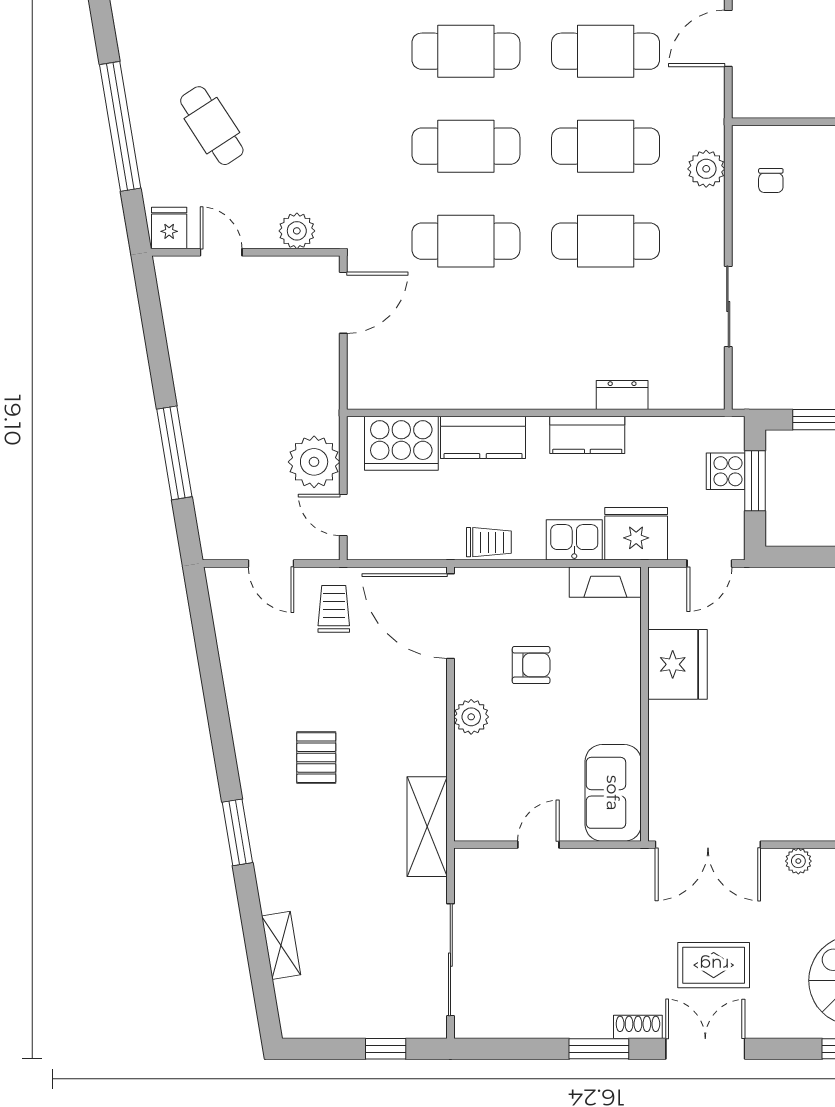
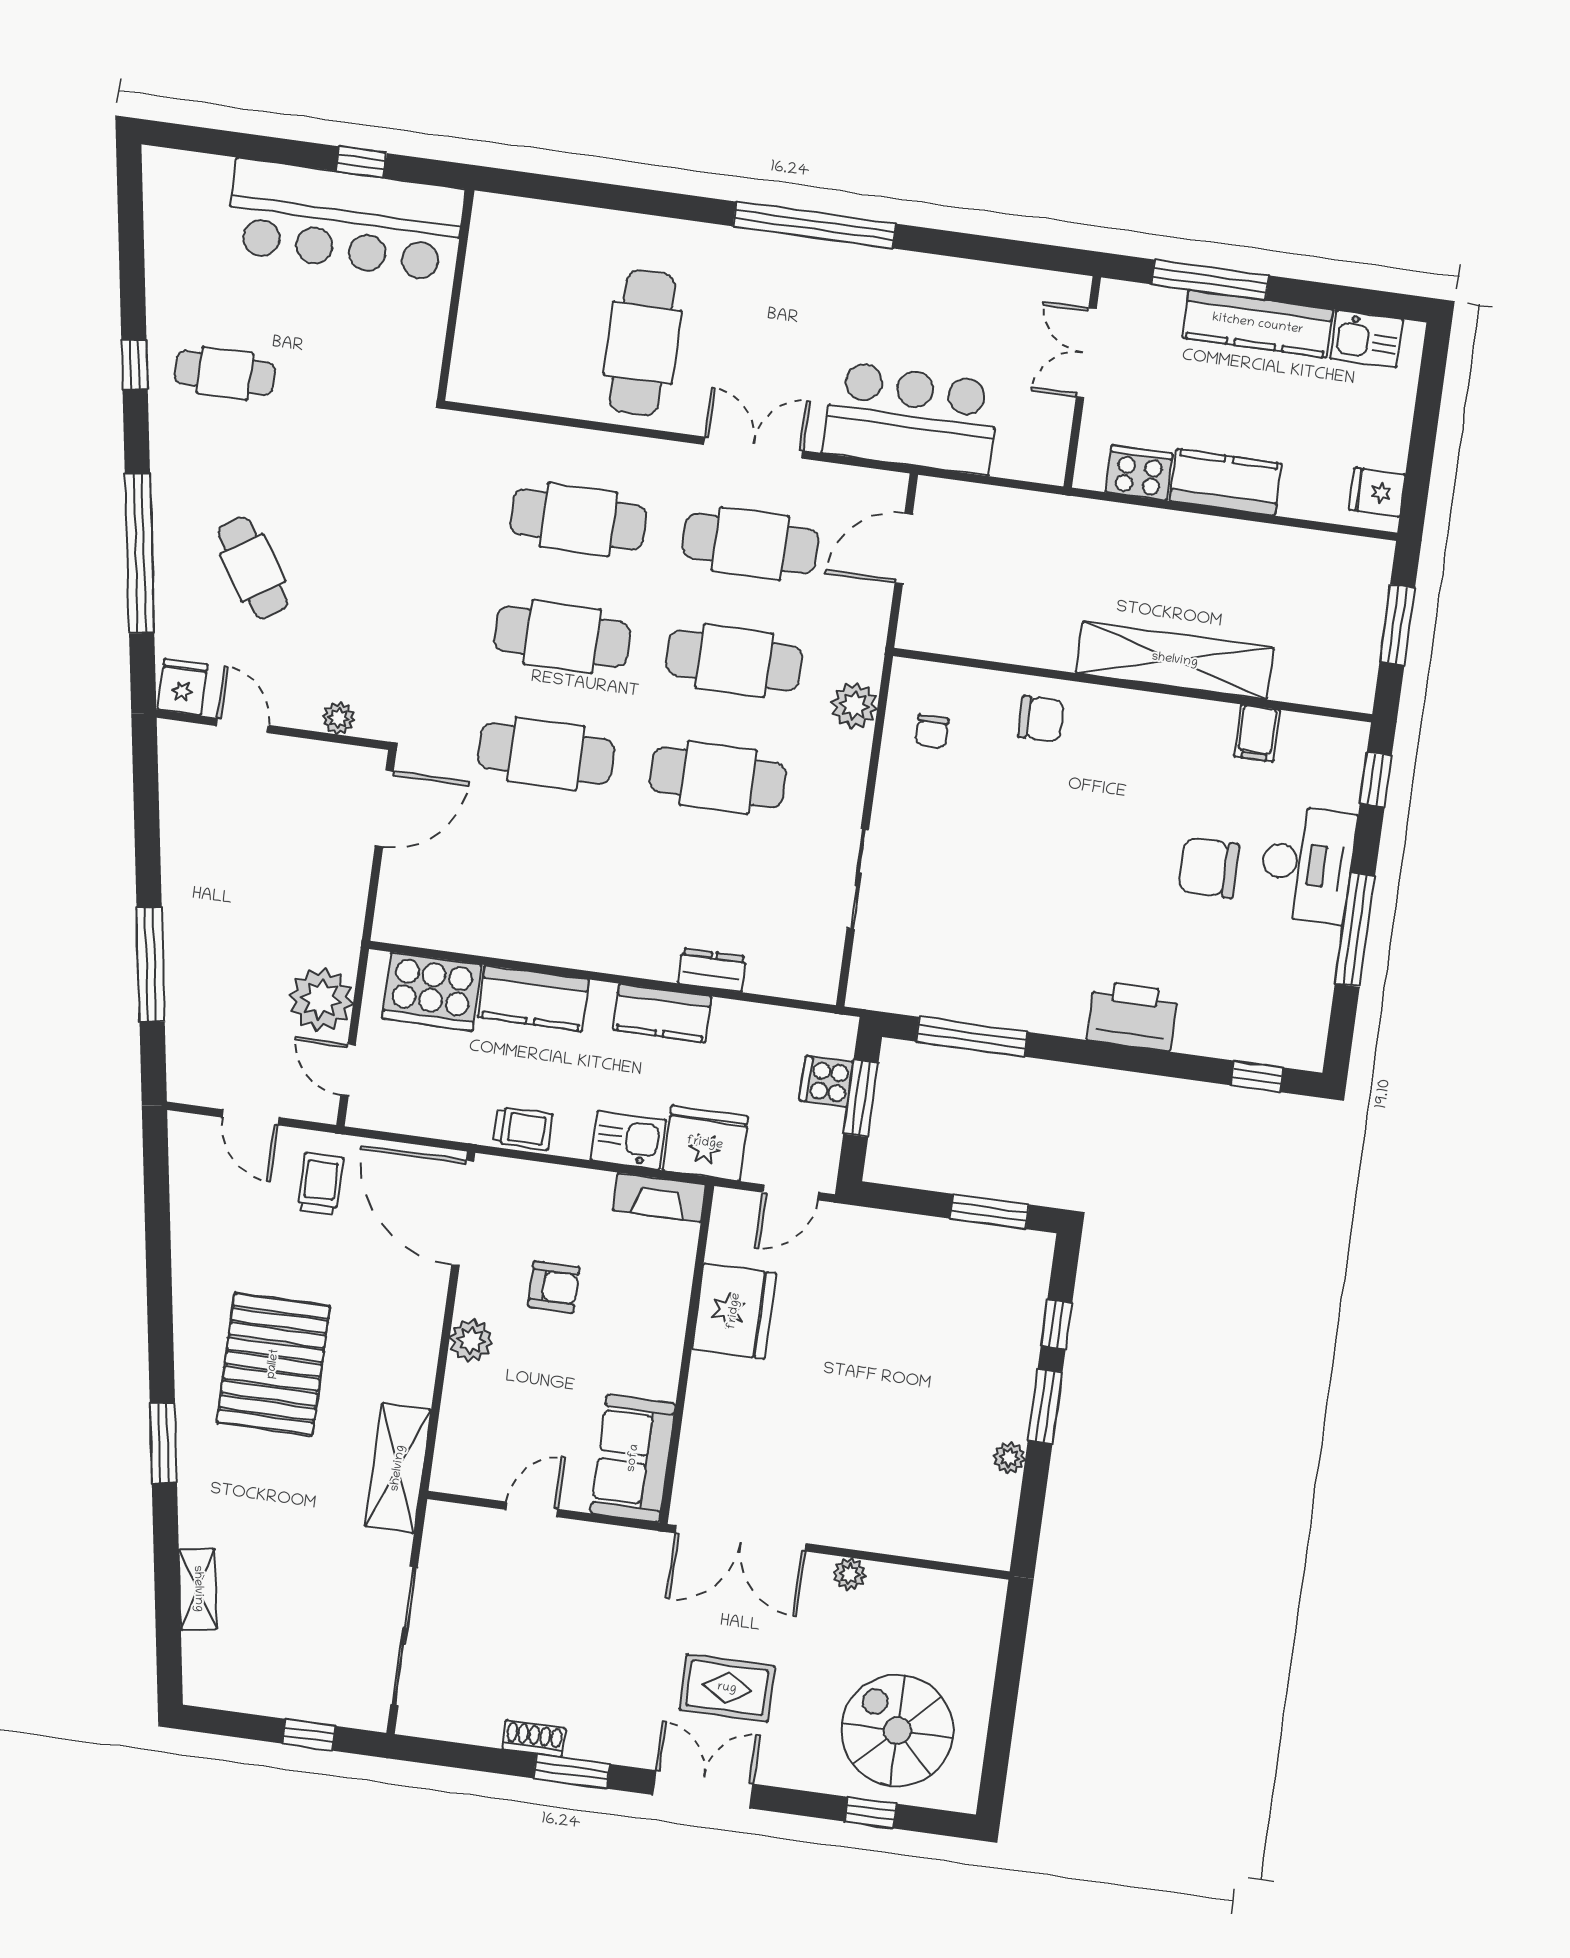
plant: (297, 231) -> (339, 718), width x0.73, depth x0.73
pallet: (316, 758) -> (273, 1364), width x2.05, depth x2.00
shoe rack: (638, 1027) -> (534, 1738), moved

